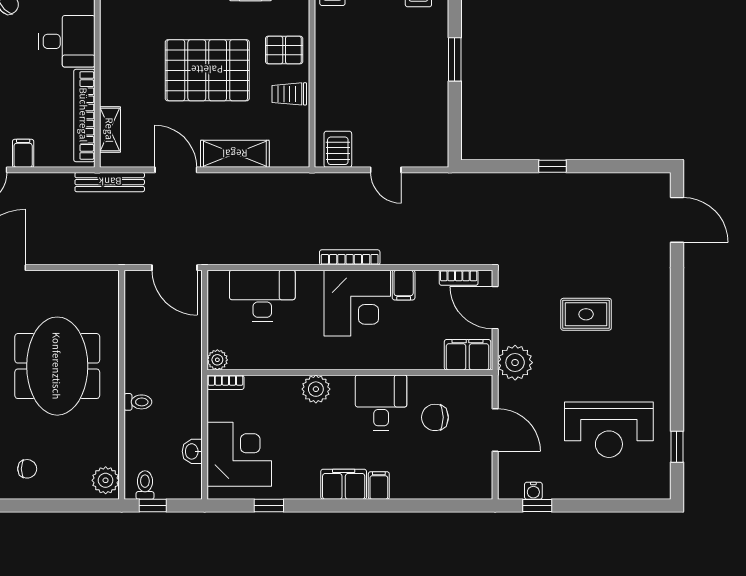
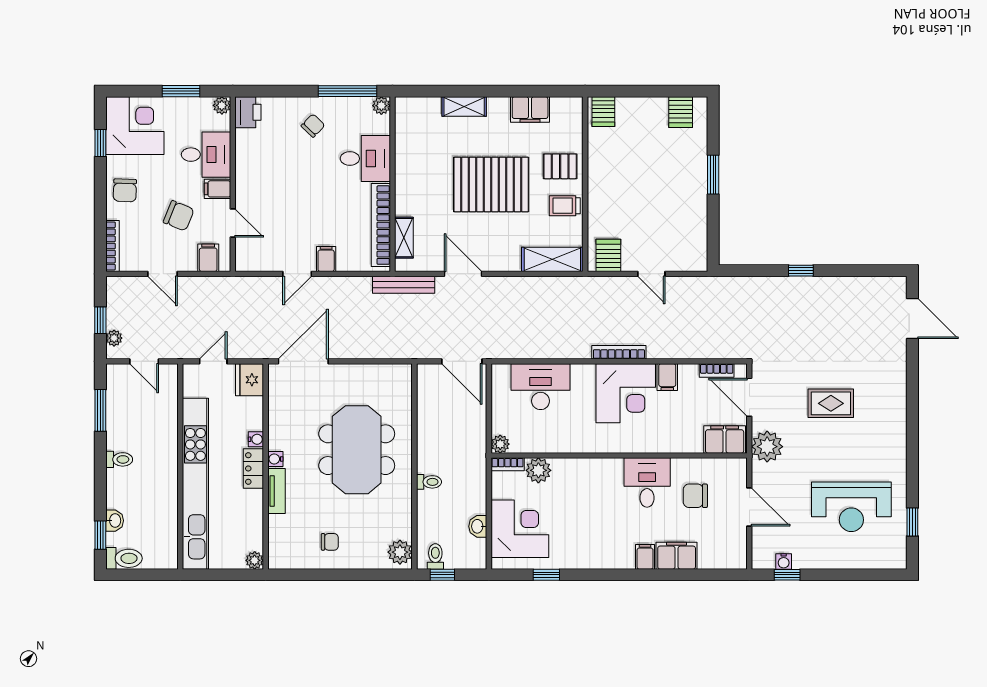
shelving: (235, 154) -> (552, 259), moved
plant: (316, 389) -> (538, 470), moved
filing cabinet: (344, 484) -> (677, 556), moved

